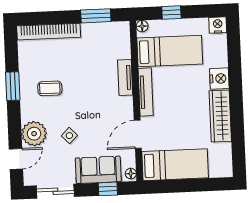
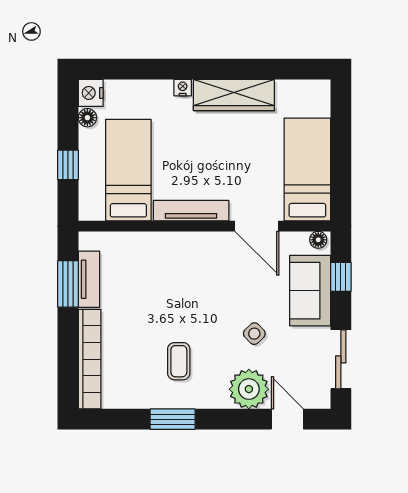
floor lamp: (142, 26) -> (87, 118), moved
tv unit: (125, 78) -> (89, 279), moved, turned -90
nightstand: (219, 79) -> (183, 88), width x0.53, depth x0.56

